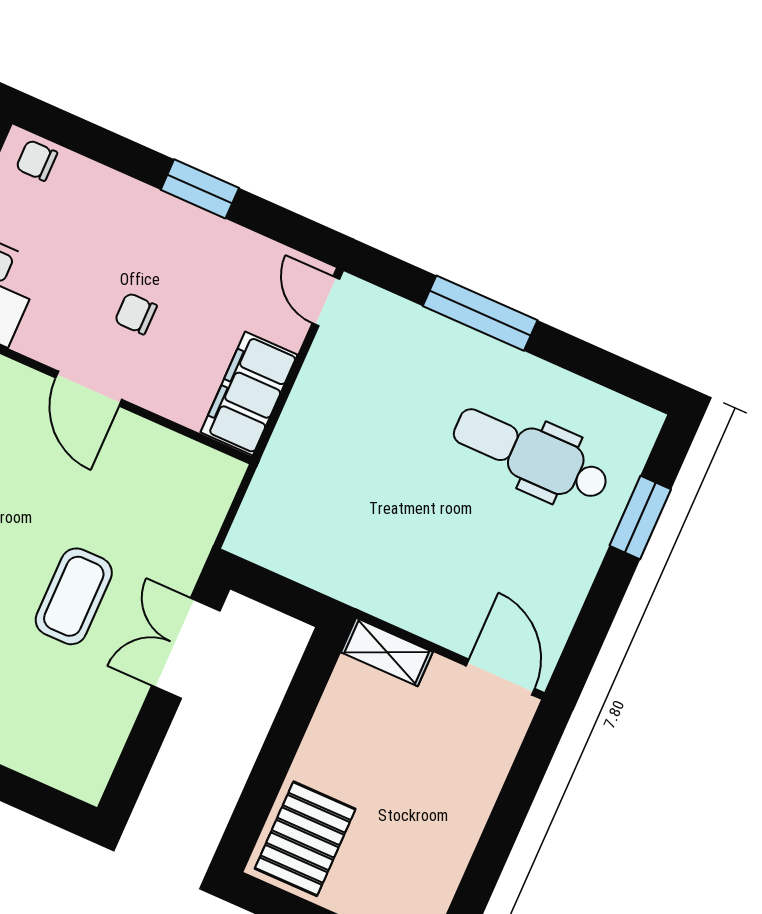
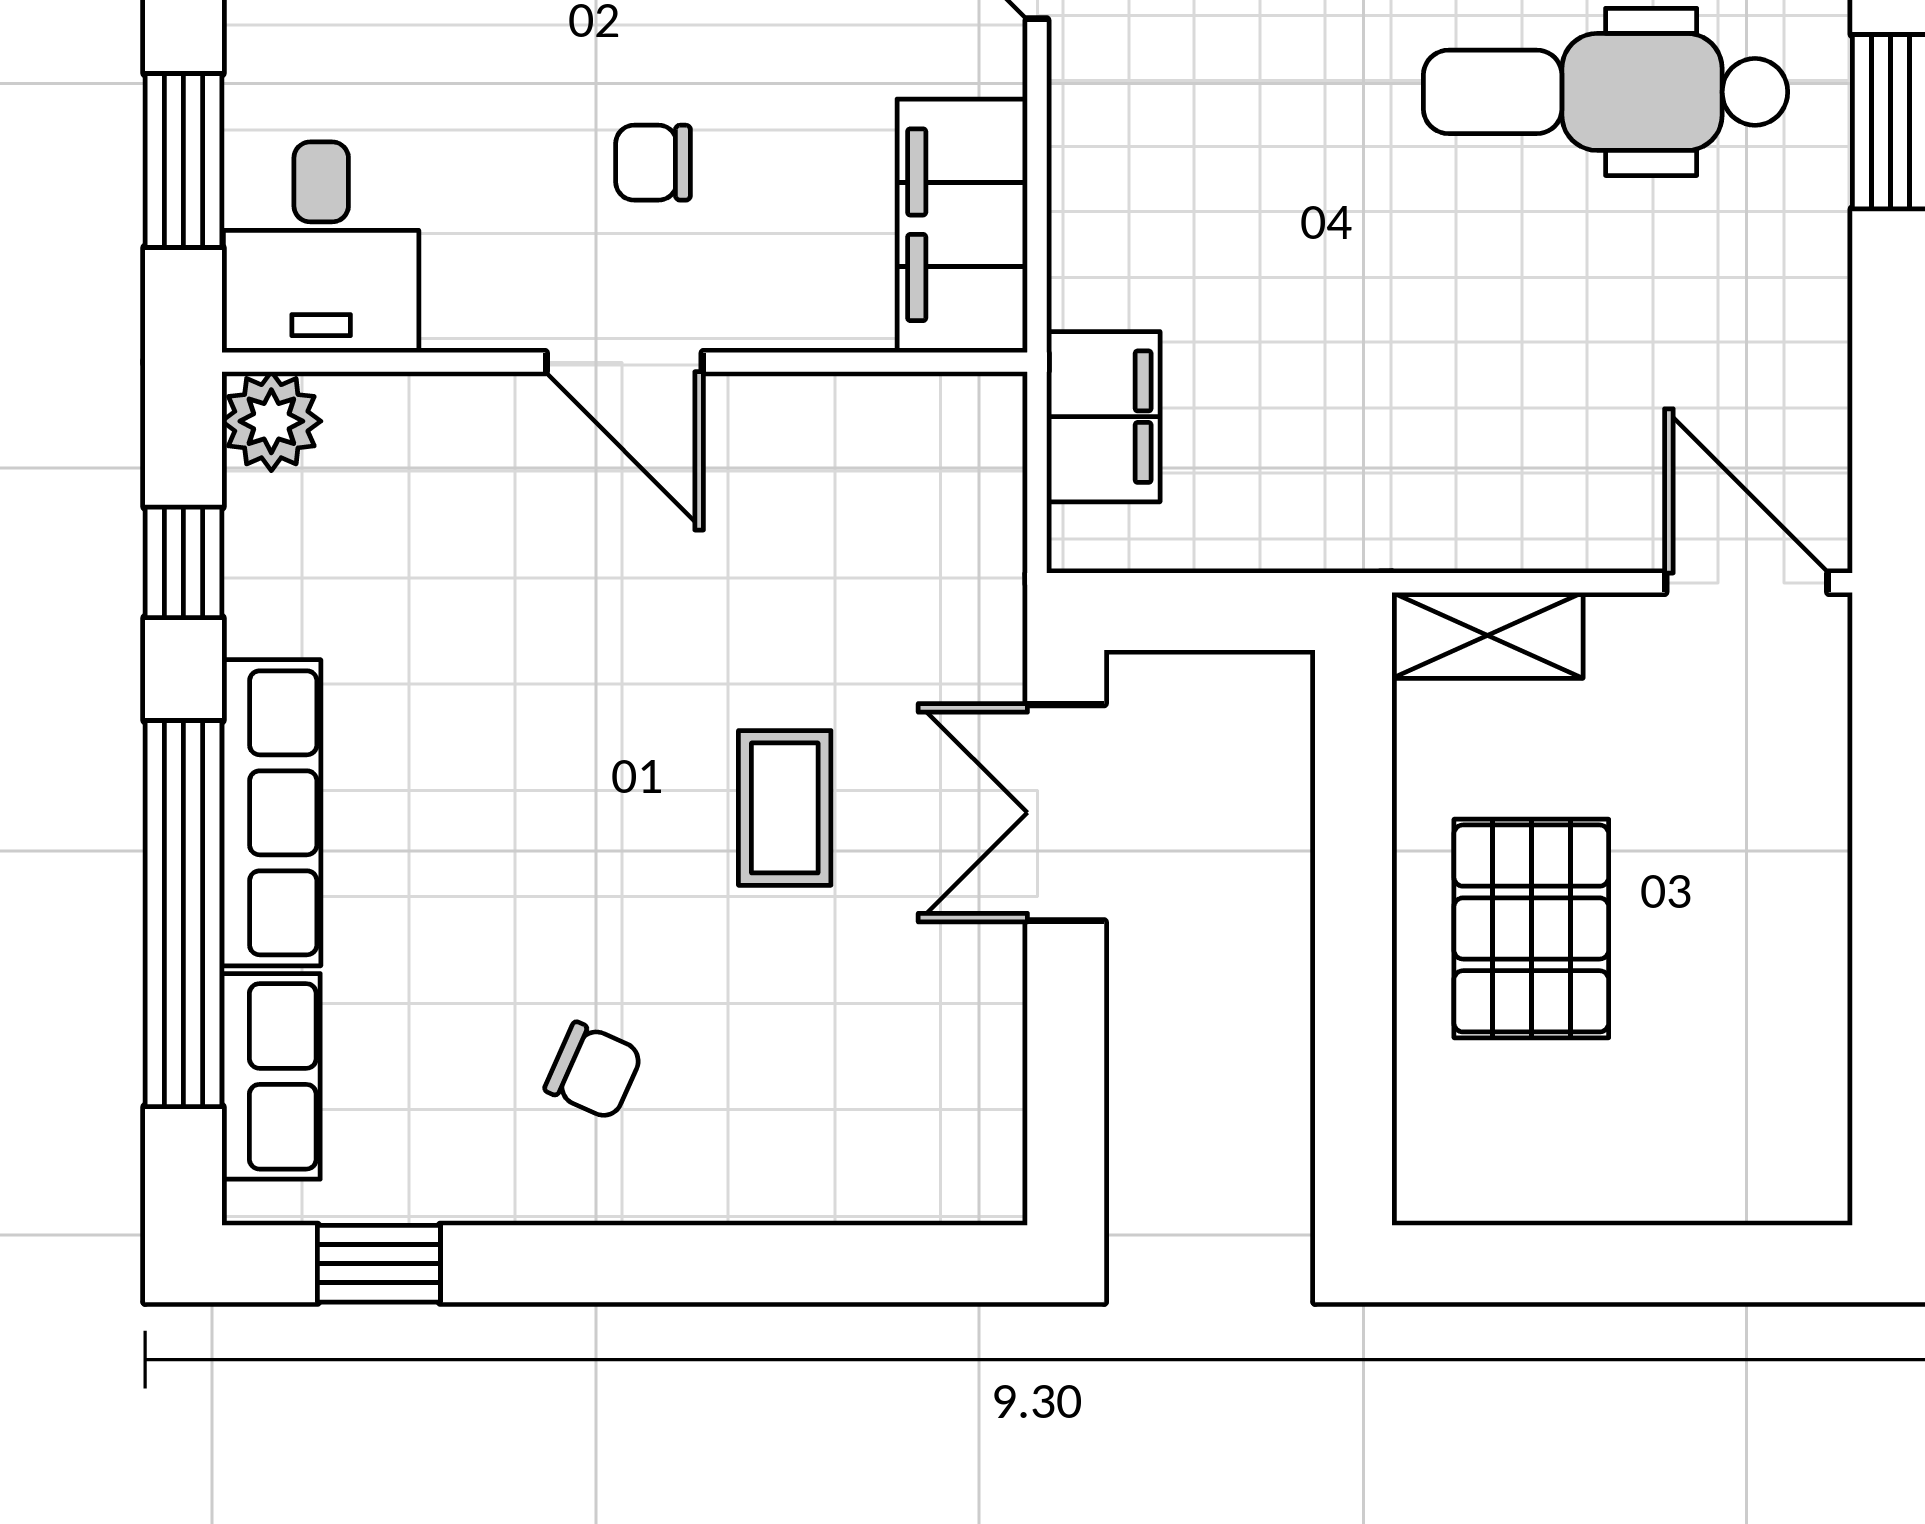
filing cabinet: (271, 496) -> (1103, 417), added
coffee table: (74, 596) -> (785, 808), width x0.73, depth x0.77
pallet: (305, 839) -> (1531, 928), moved

